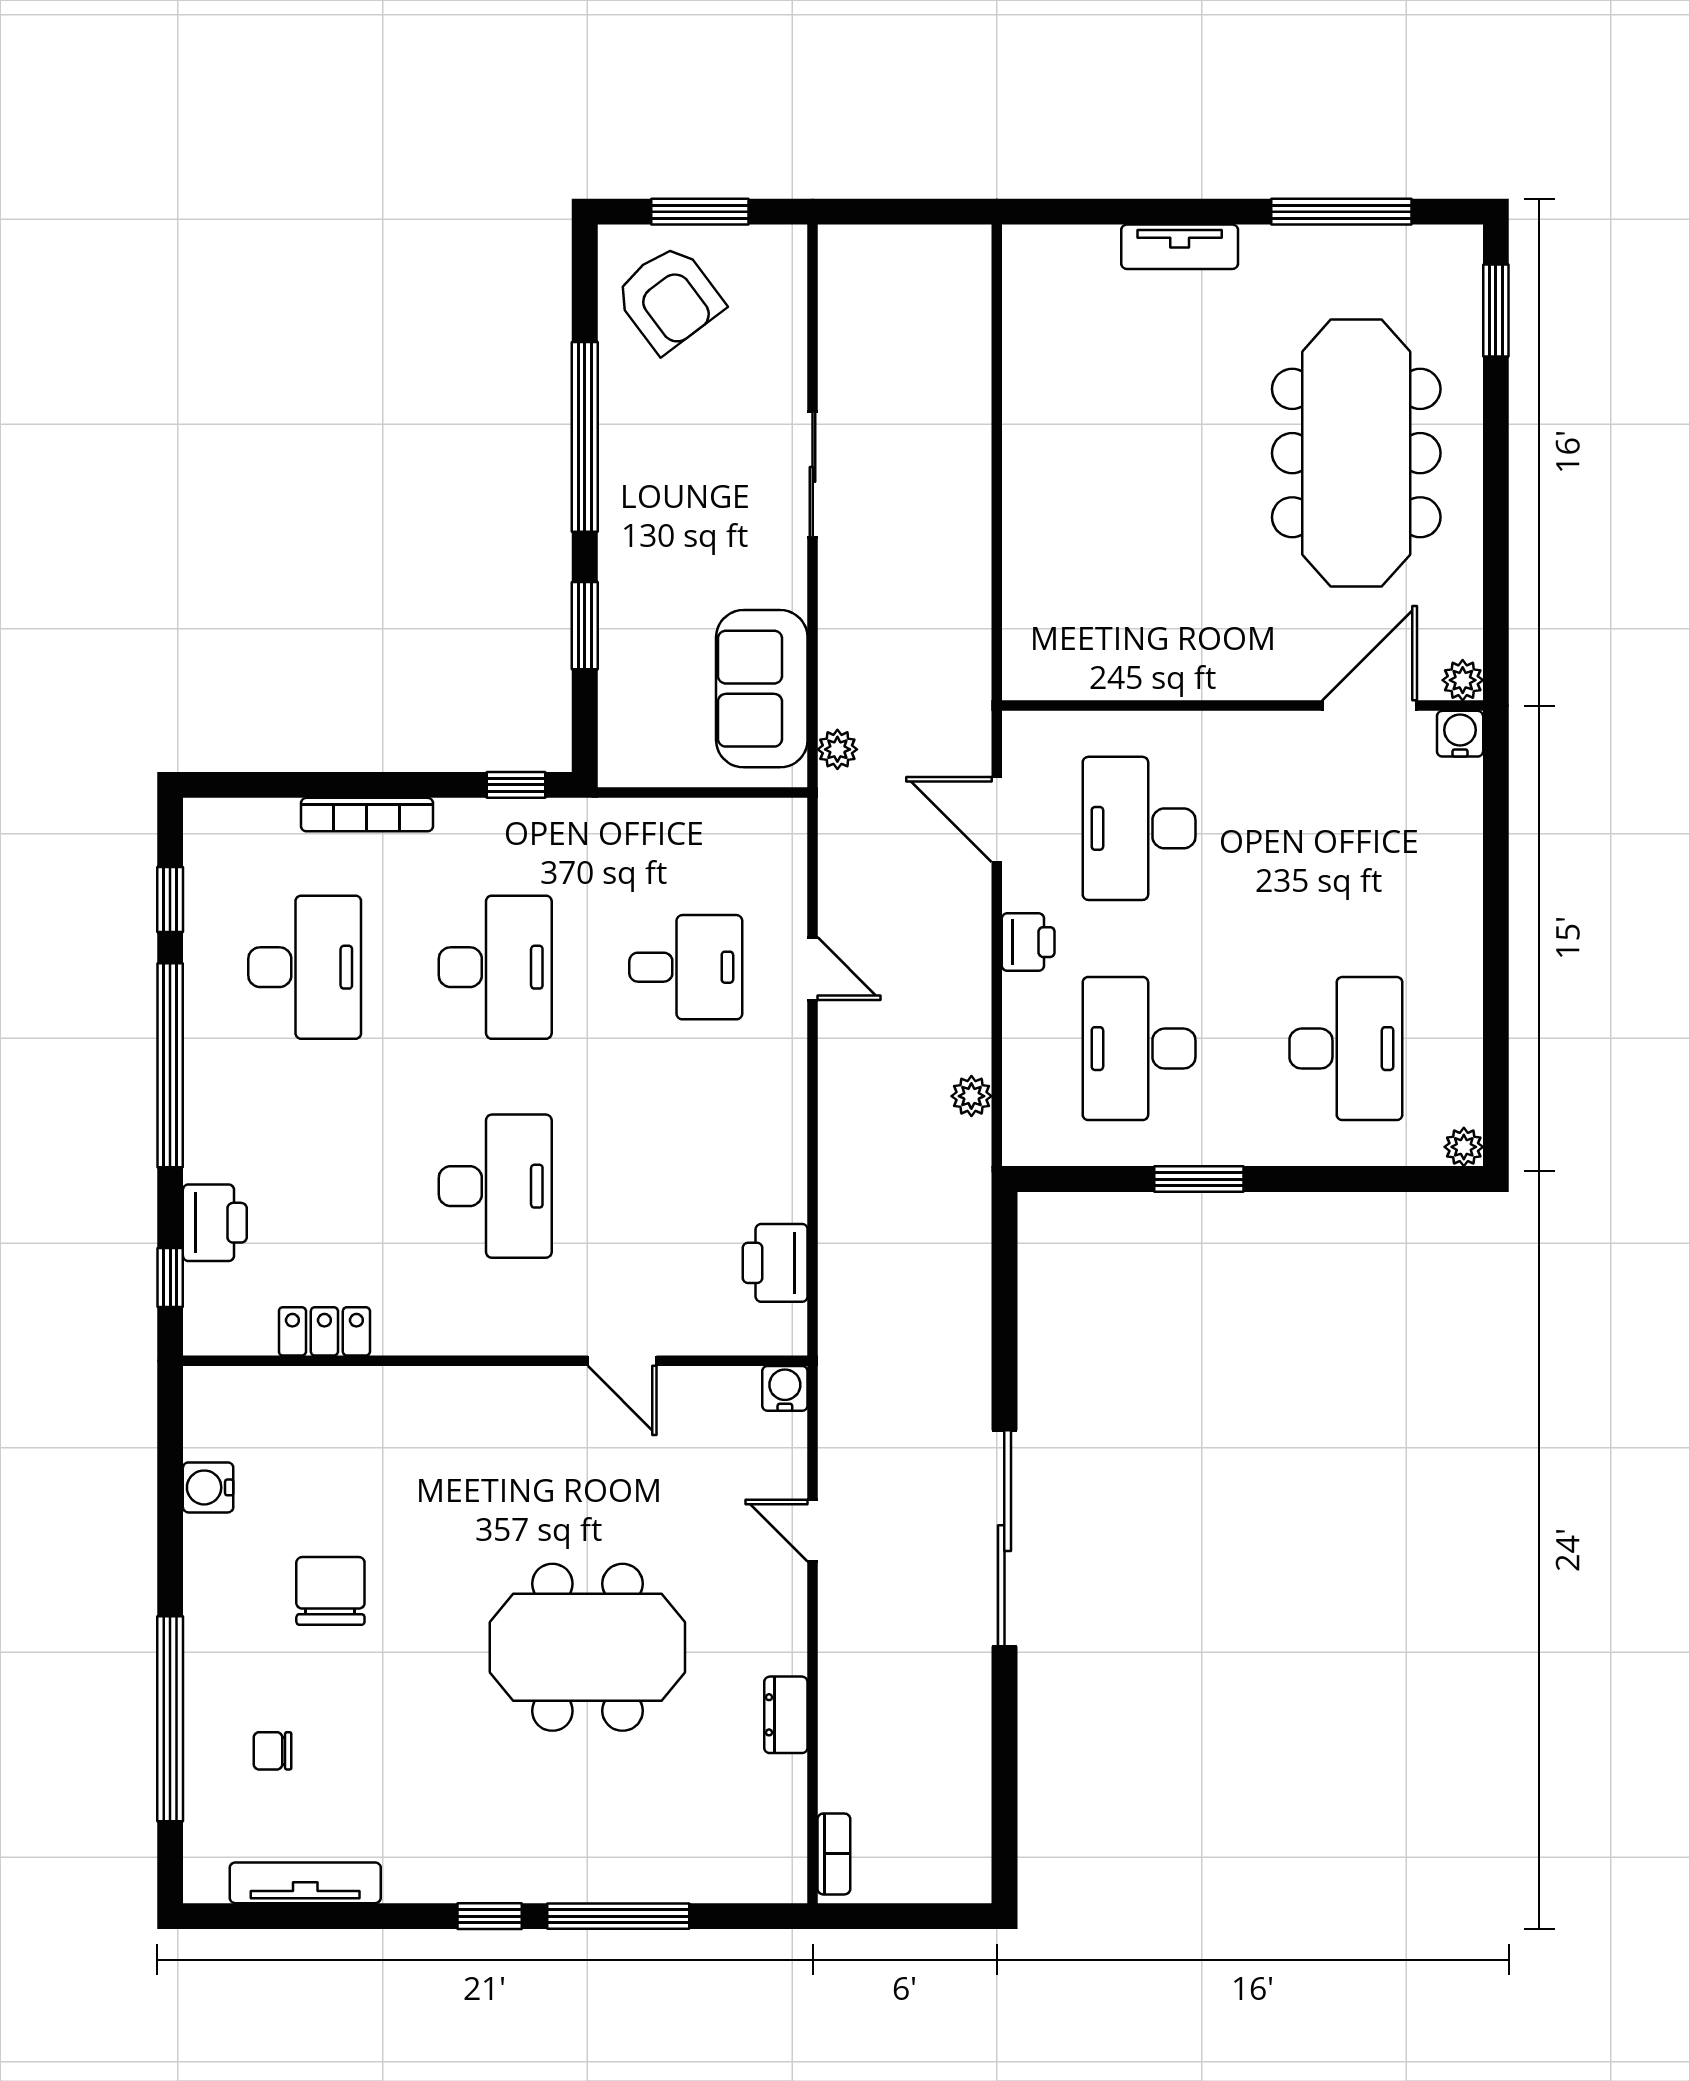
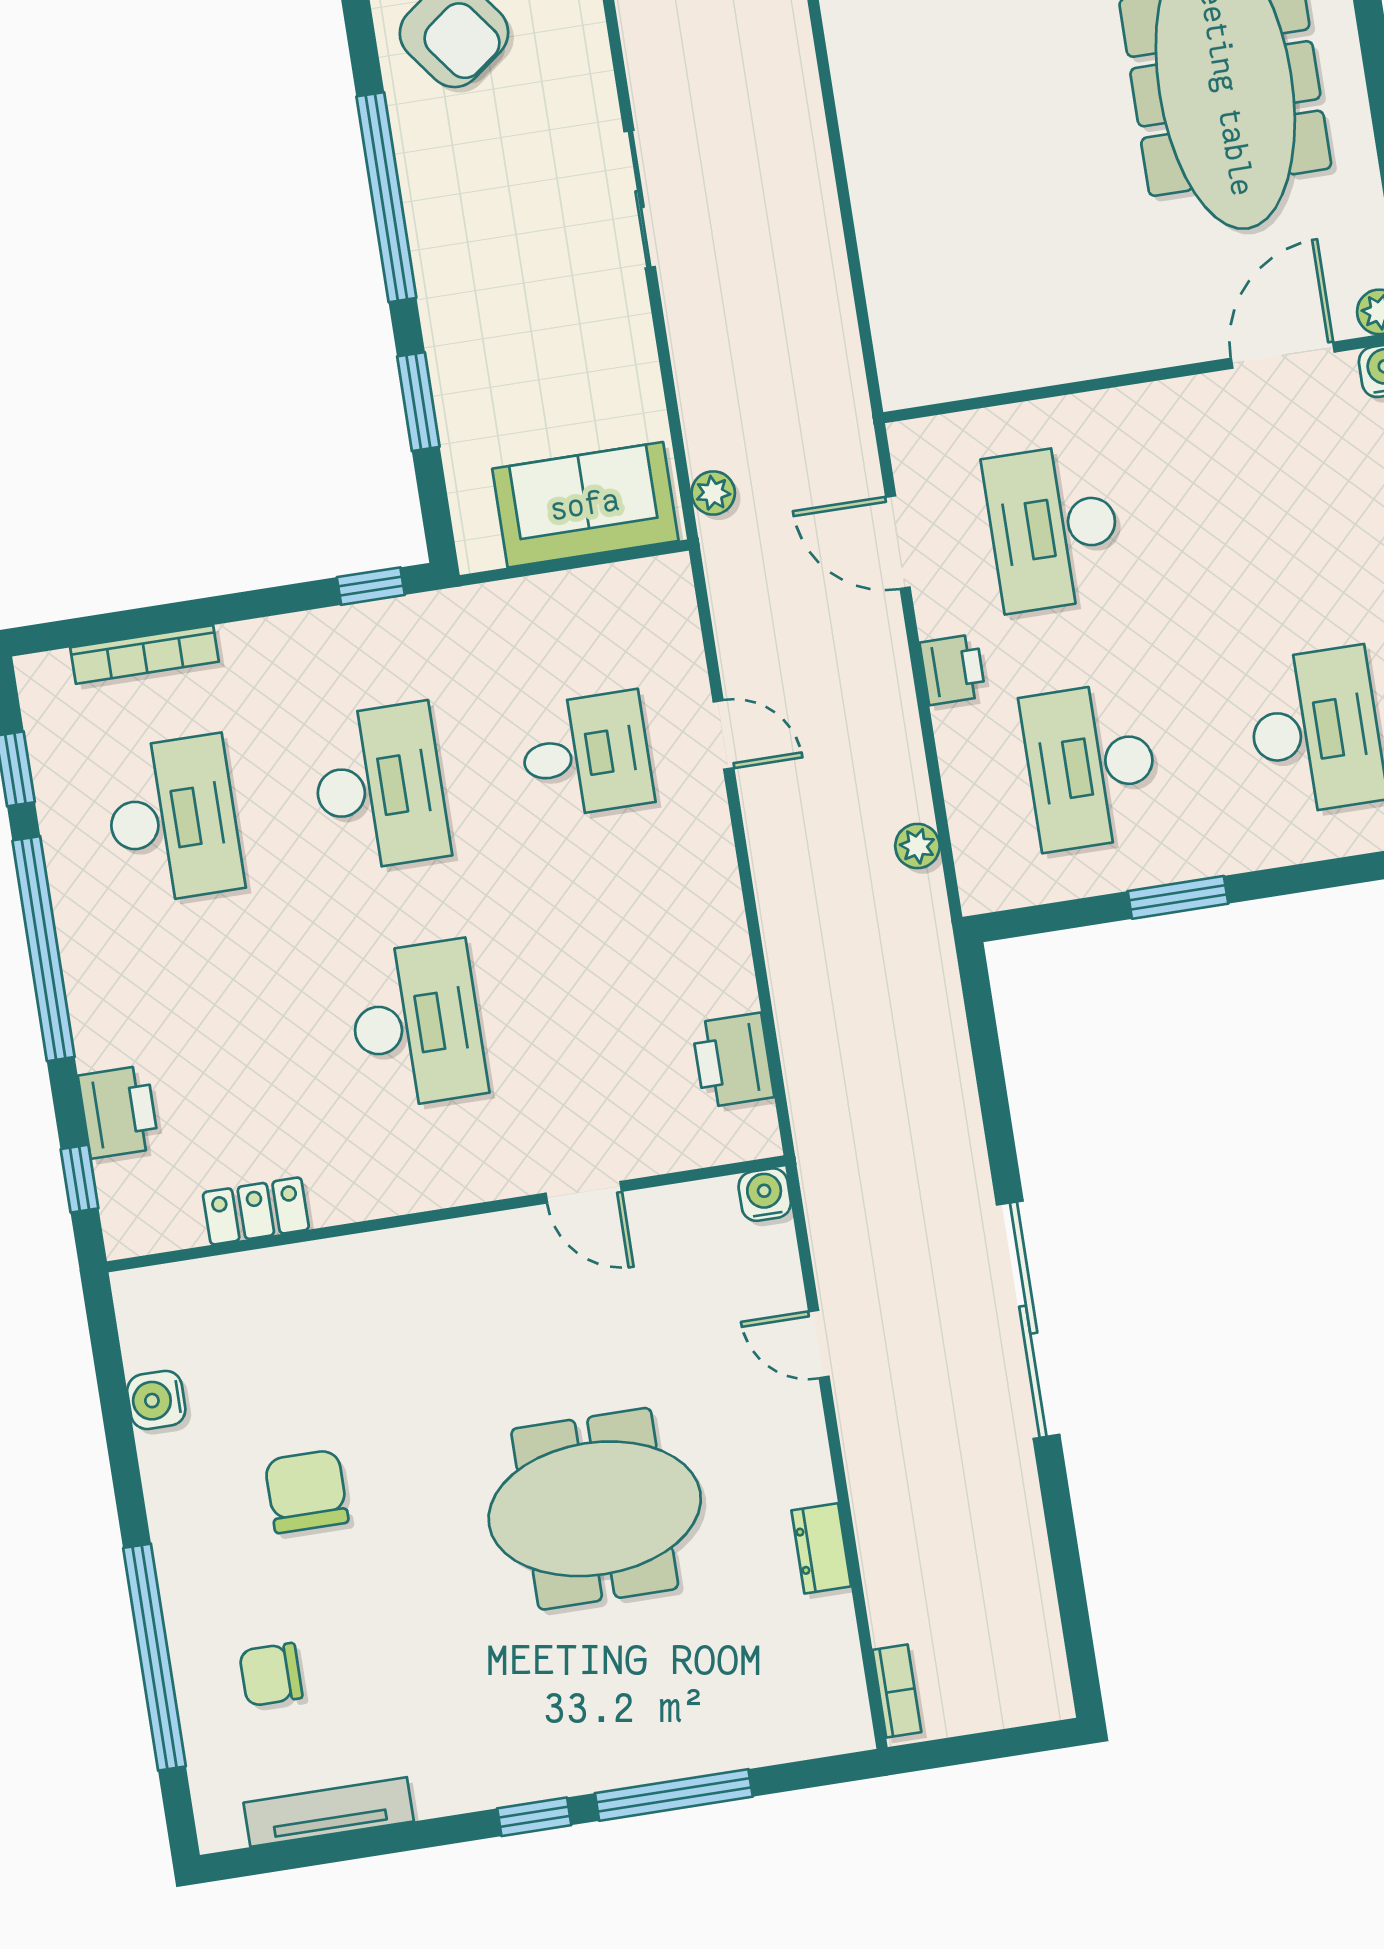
sofa: (762, 689) -> (585, 505), moved, turned 90
bookcase: (367, 815) -> (145, 655), moved
chair: (273, 1751) -> (271, 1675), width x1.37, depth x1.37

